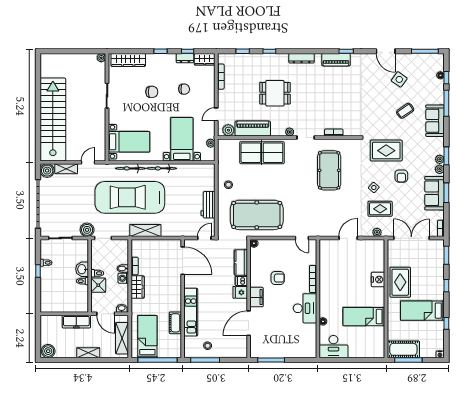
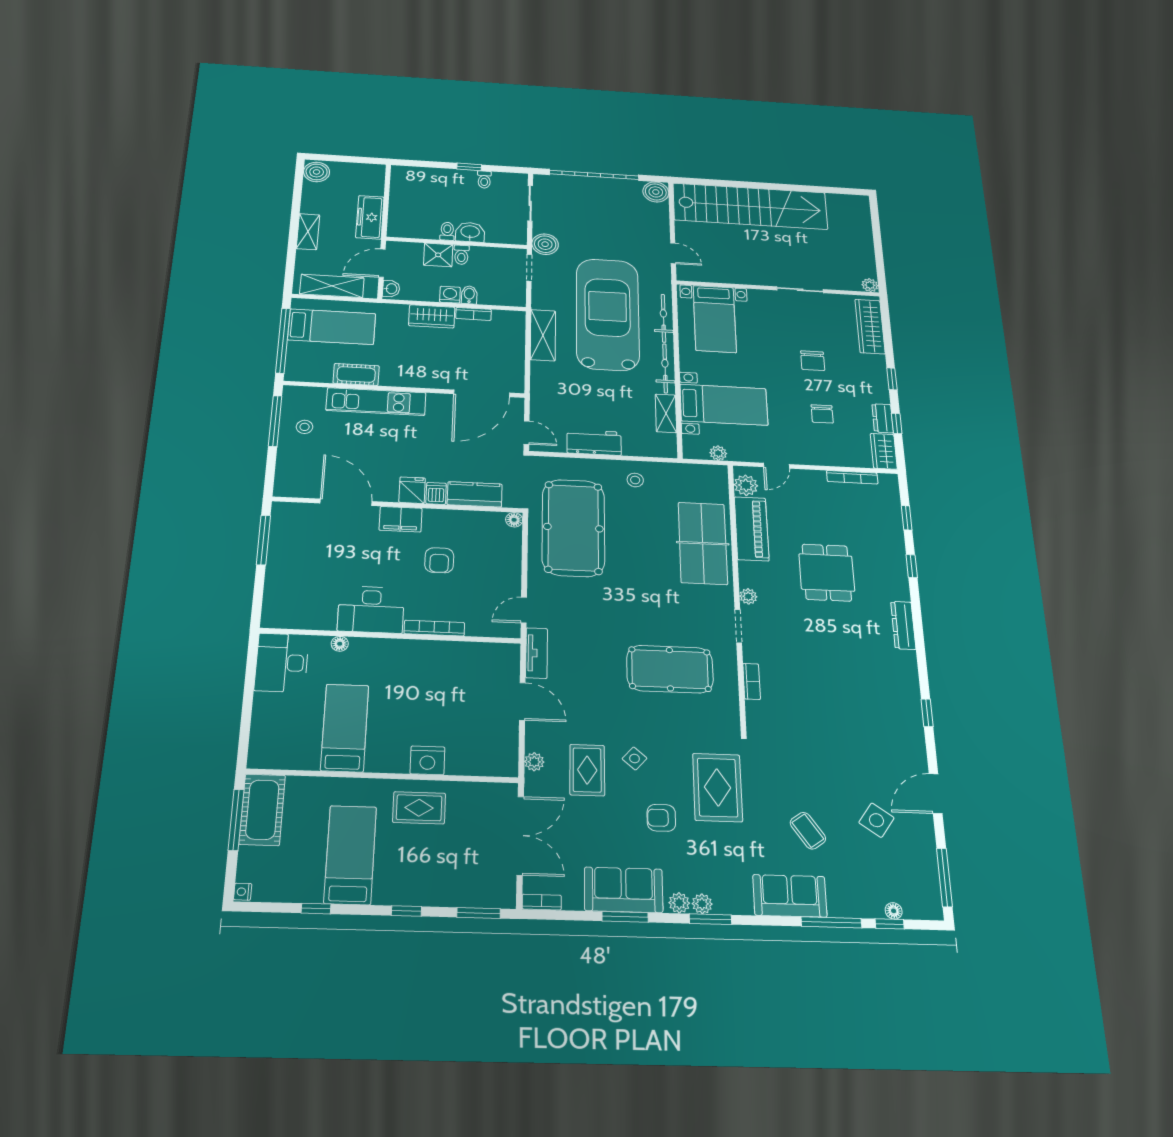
piano: (336, 60) -> (907, 692), removed
door: (216, 114) -> (776, 466), swing flipped
shelving: (66, 169) -> (666, 413), moved
tv unit: (324, 232) -> (537, 653), added
rug: (400, 282) -> (419, 808), width x0.73, depth x0.70

